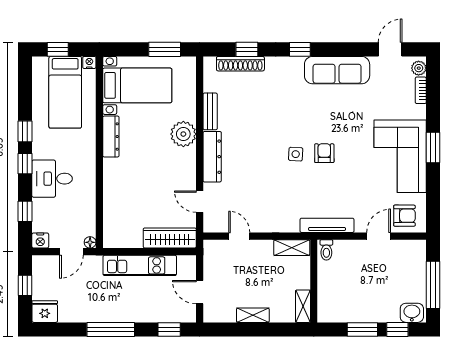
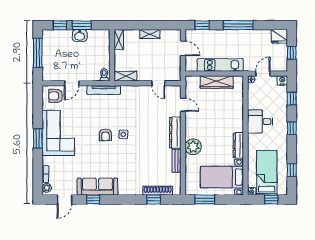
window: (300, 49) -> (93, 199), moved
window: (25, 131) -> (292, 170), moved
desk: (52, 179) -> (260, 121), moved, turned 180
wardrobe: (170, 238) -> (217, 82), moved
washbasin: (412, 313) -> (80, 36), moved

